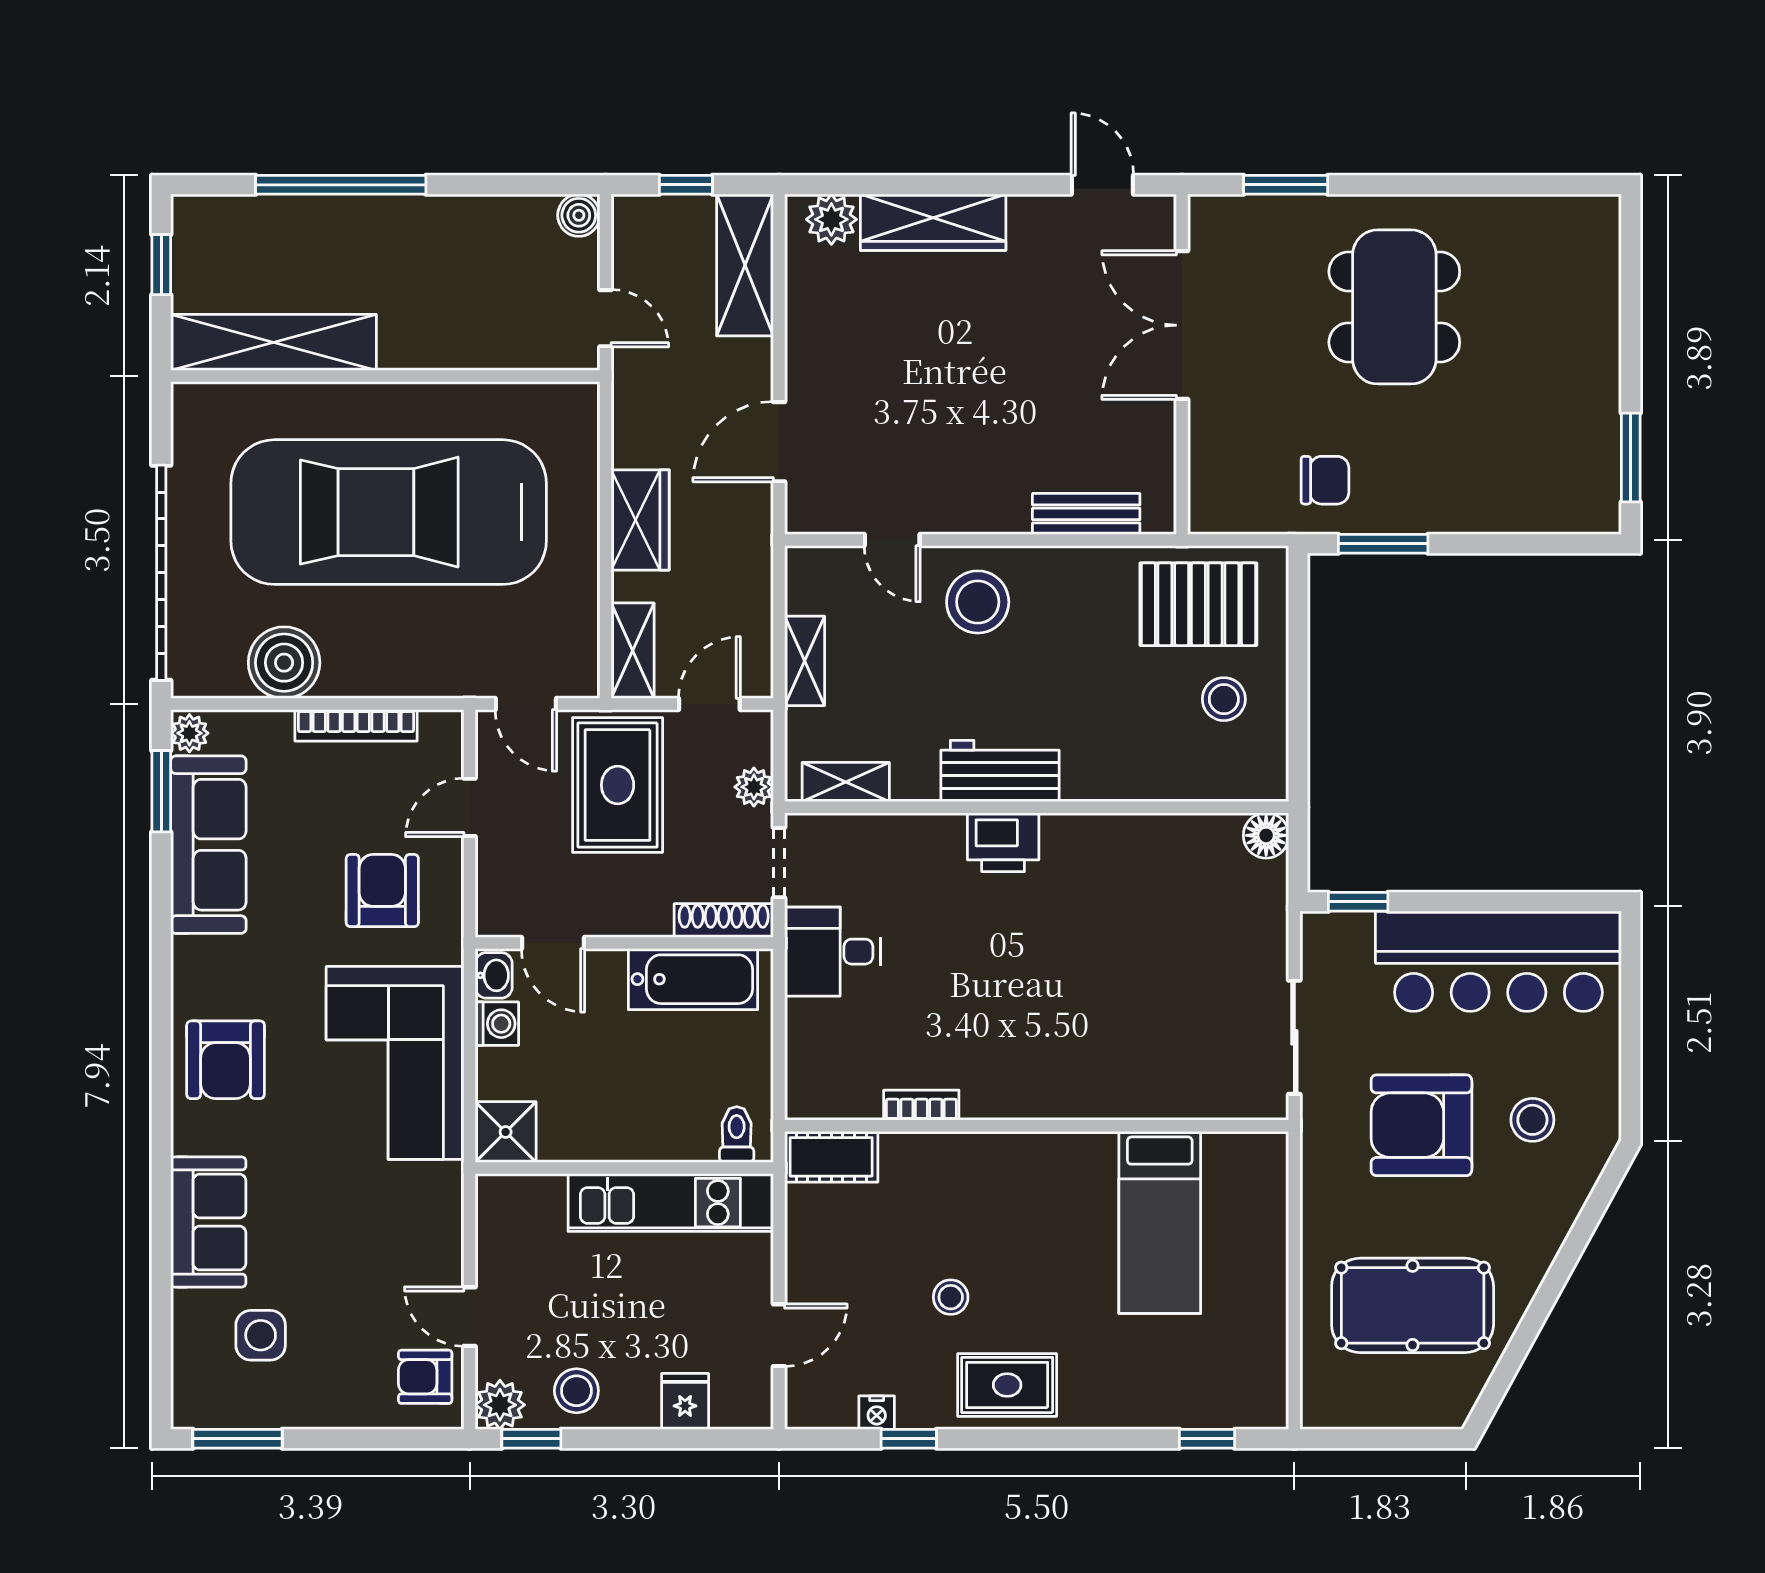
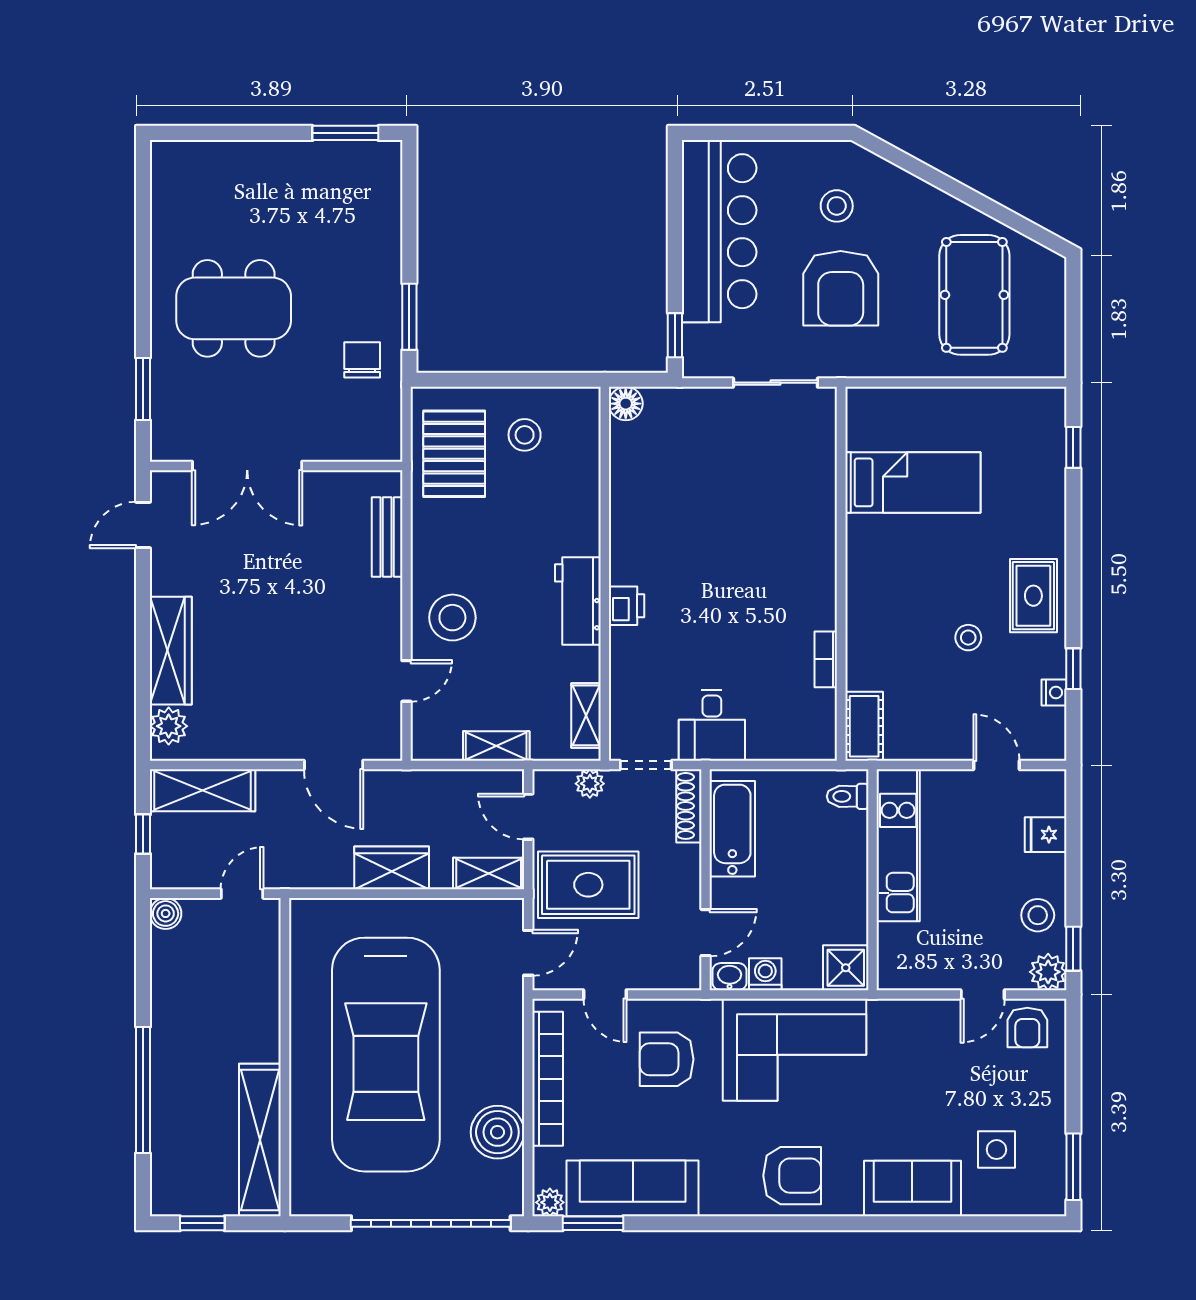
bookcase: (356, 725) -> (548, 1079), width x1.48, depth x1.31
printer: (1003, 842) -> (627, 606), width x0.73, depth x0.81

